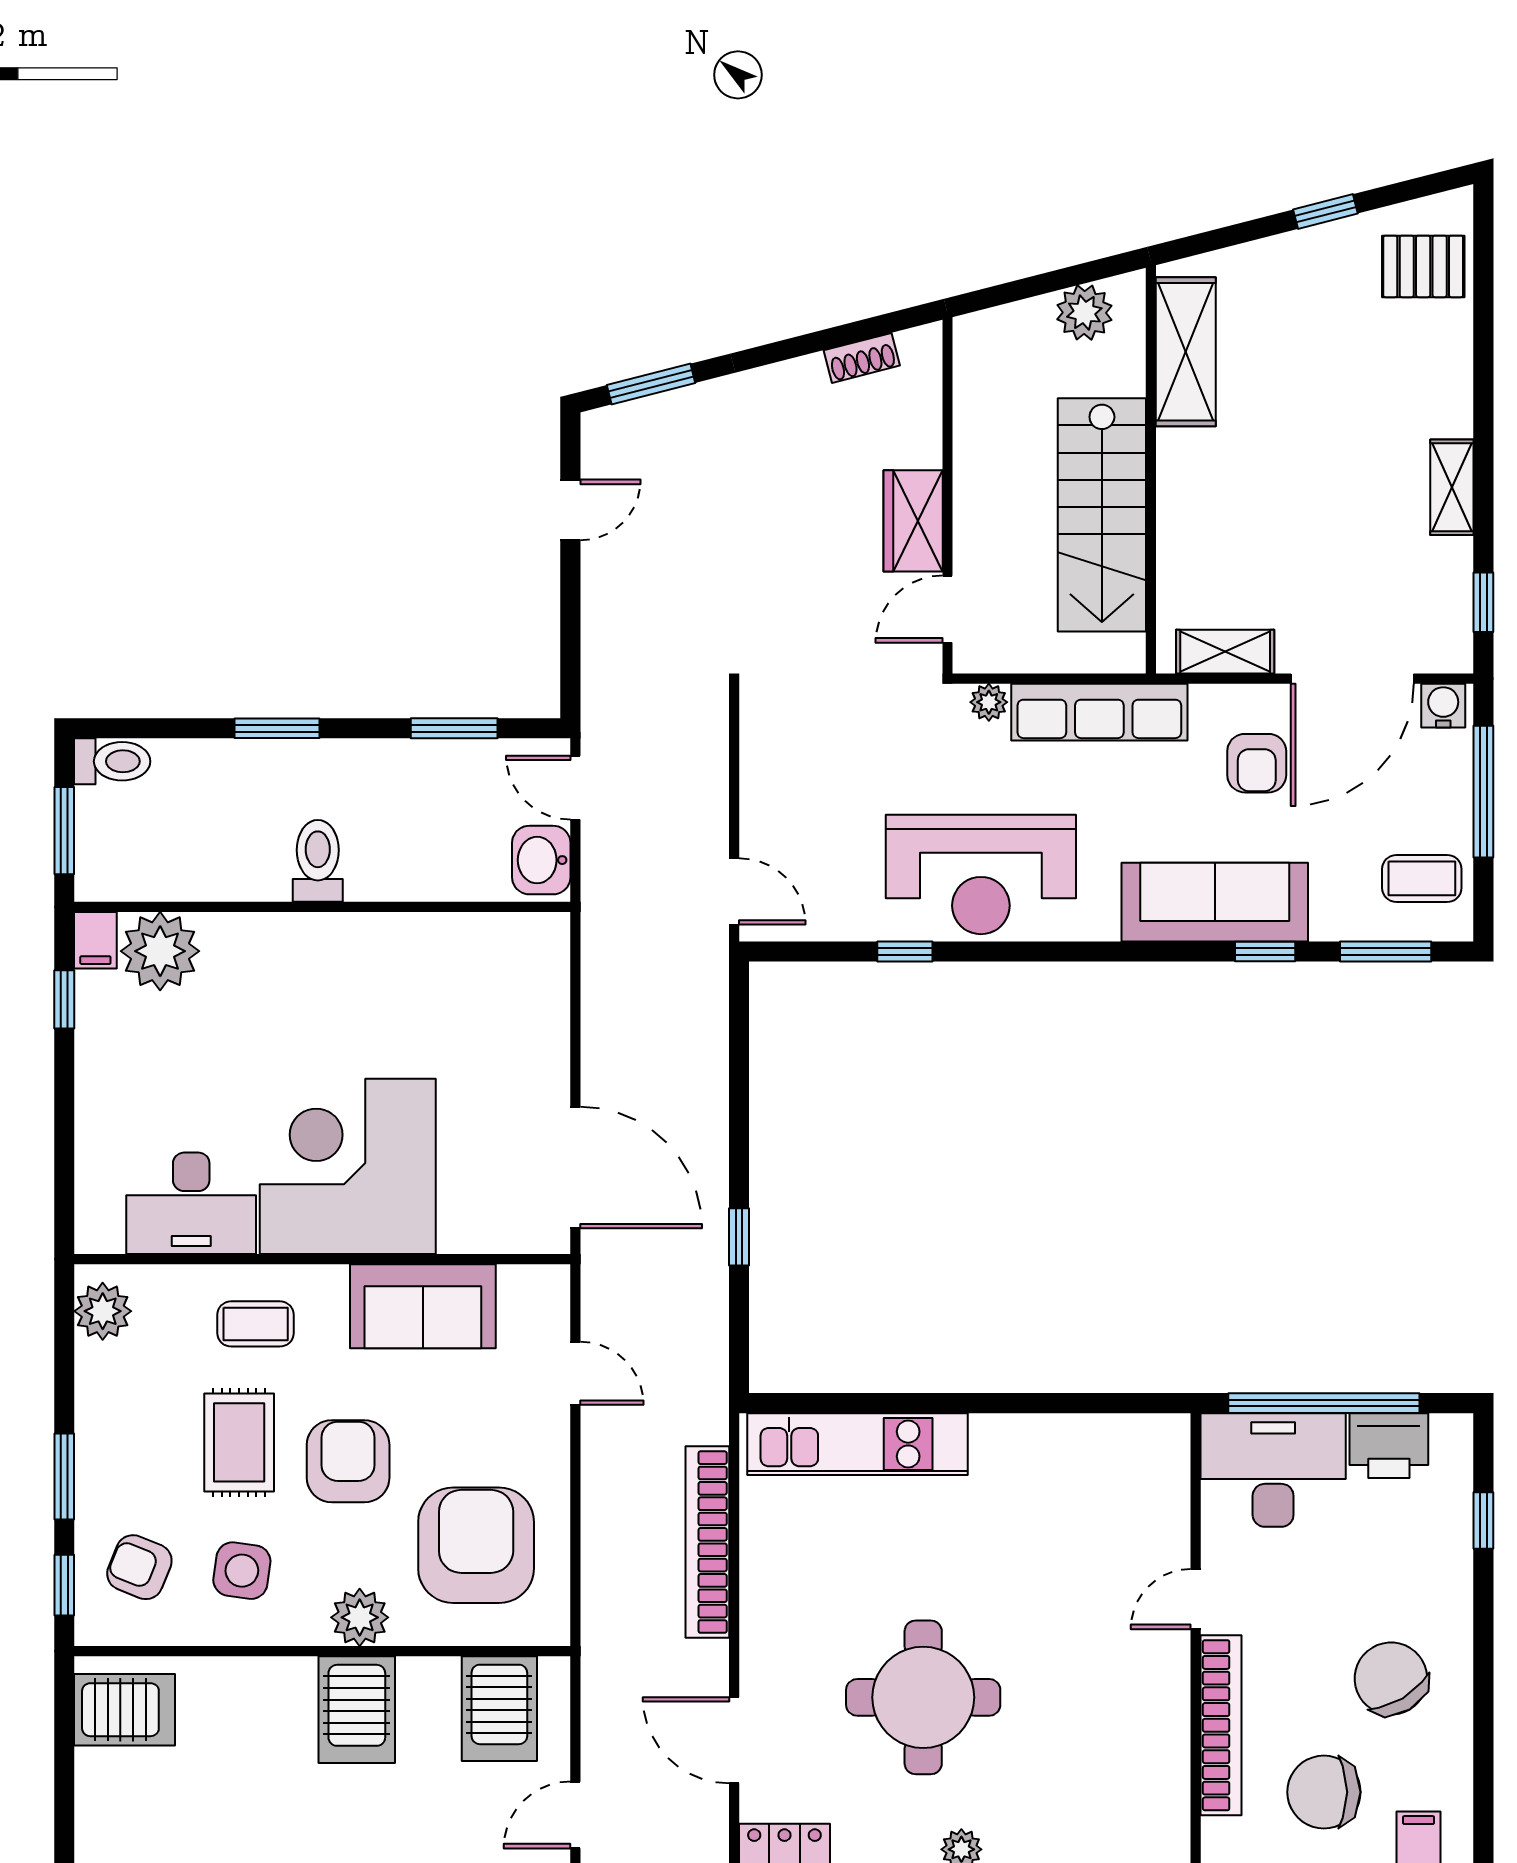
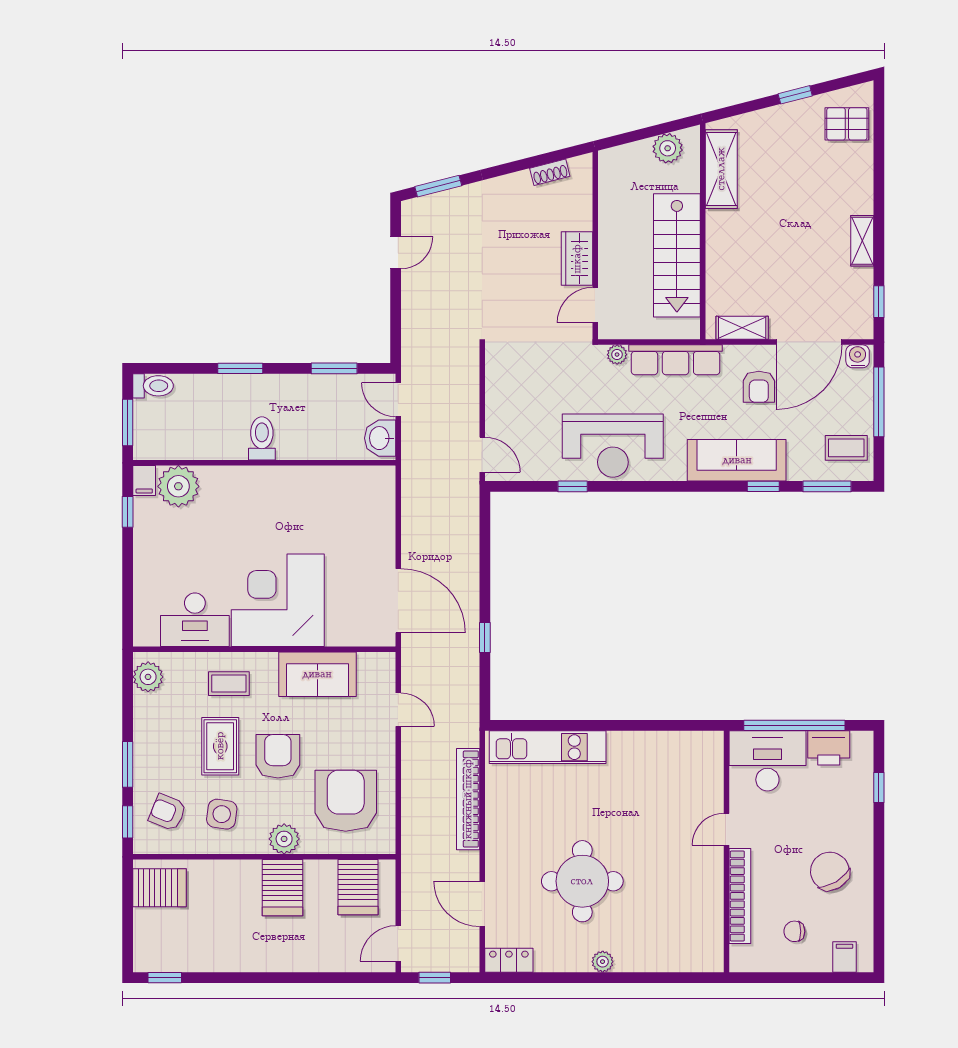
chair: (1324, 1792) -> (794, 931), width x0.54, depth x0.54

